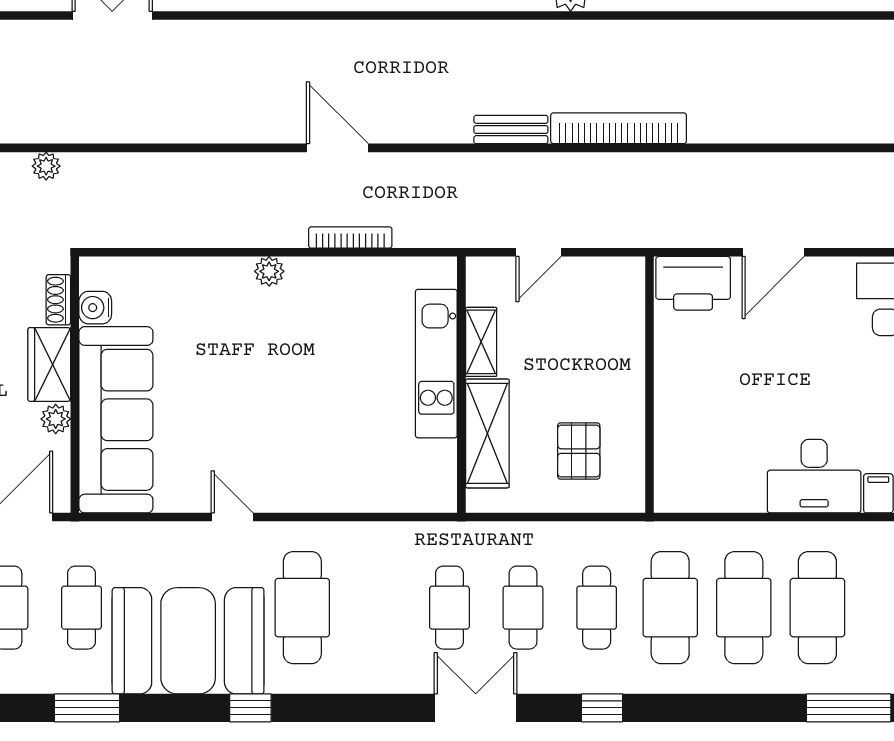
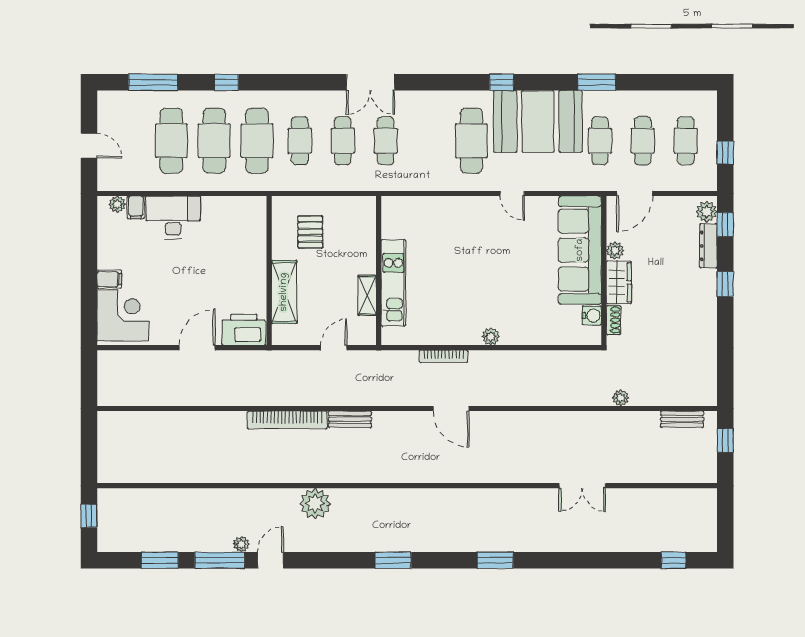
shelving: (487, 433) -> (284, 292), moved
window: (602, 708) -> (226, 82), moved

